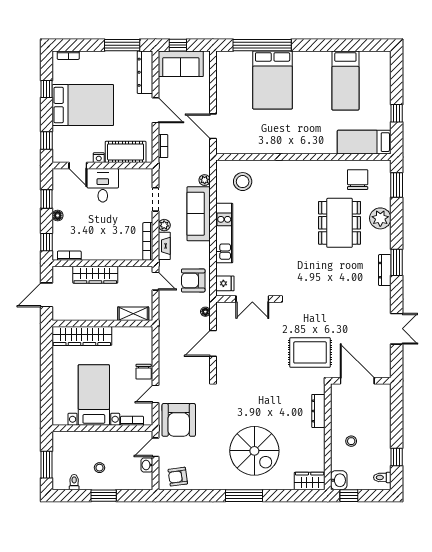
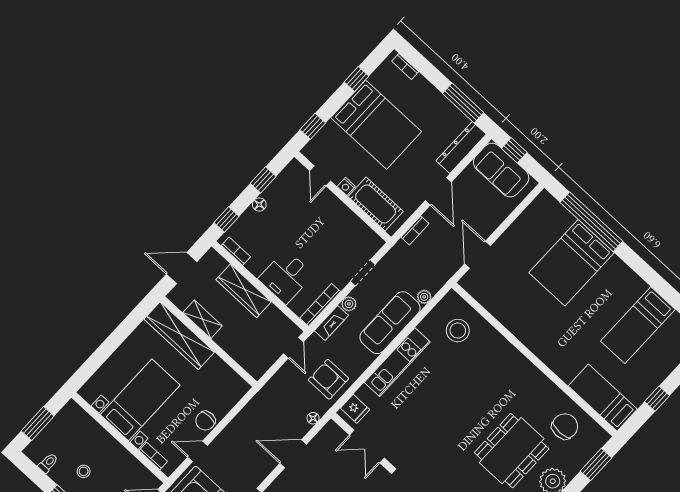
desk: (103, 185) -> (286, 277), moved, turned 180
shelving: (133, 314) -> (203, 319), moved

